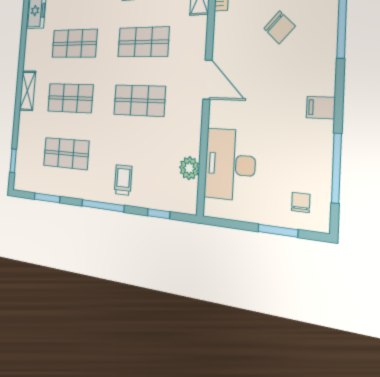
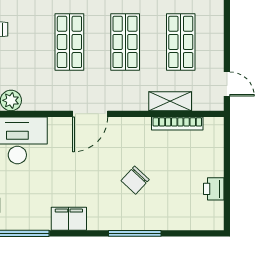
filing cabinet: (321, 108) -> (69, 219), width x2.00

